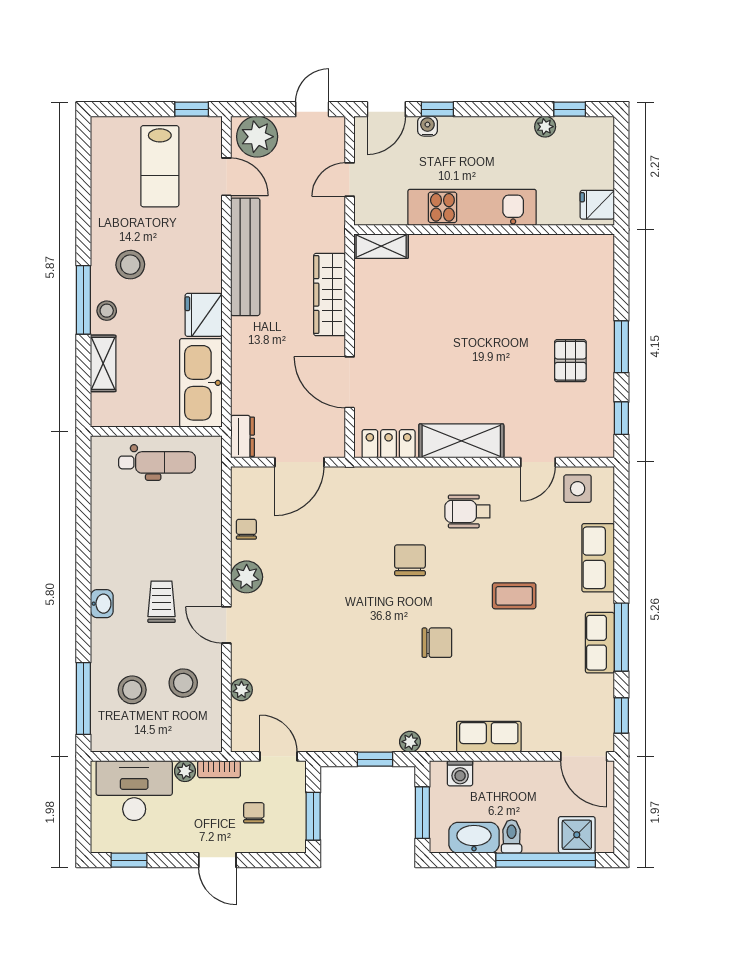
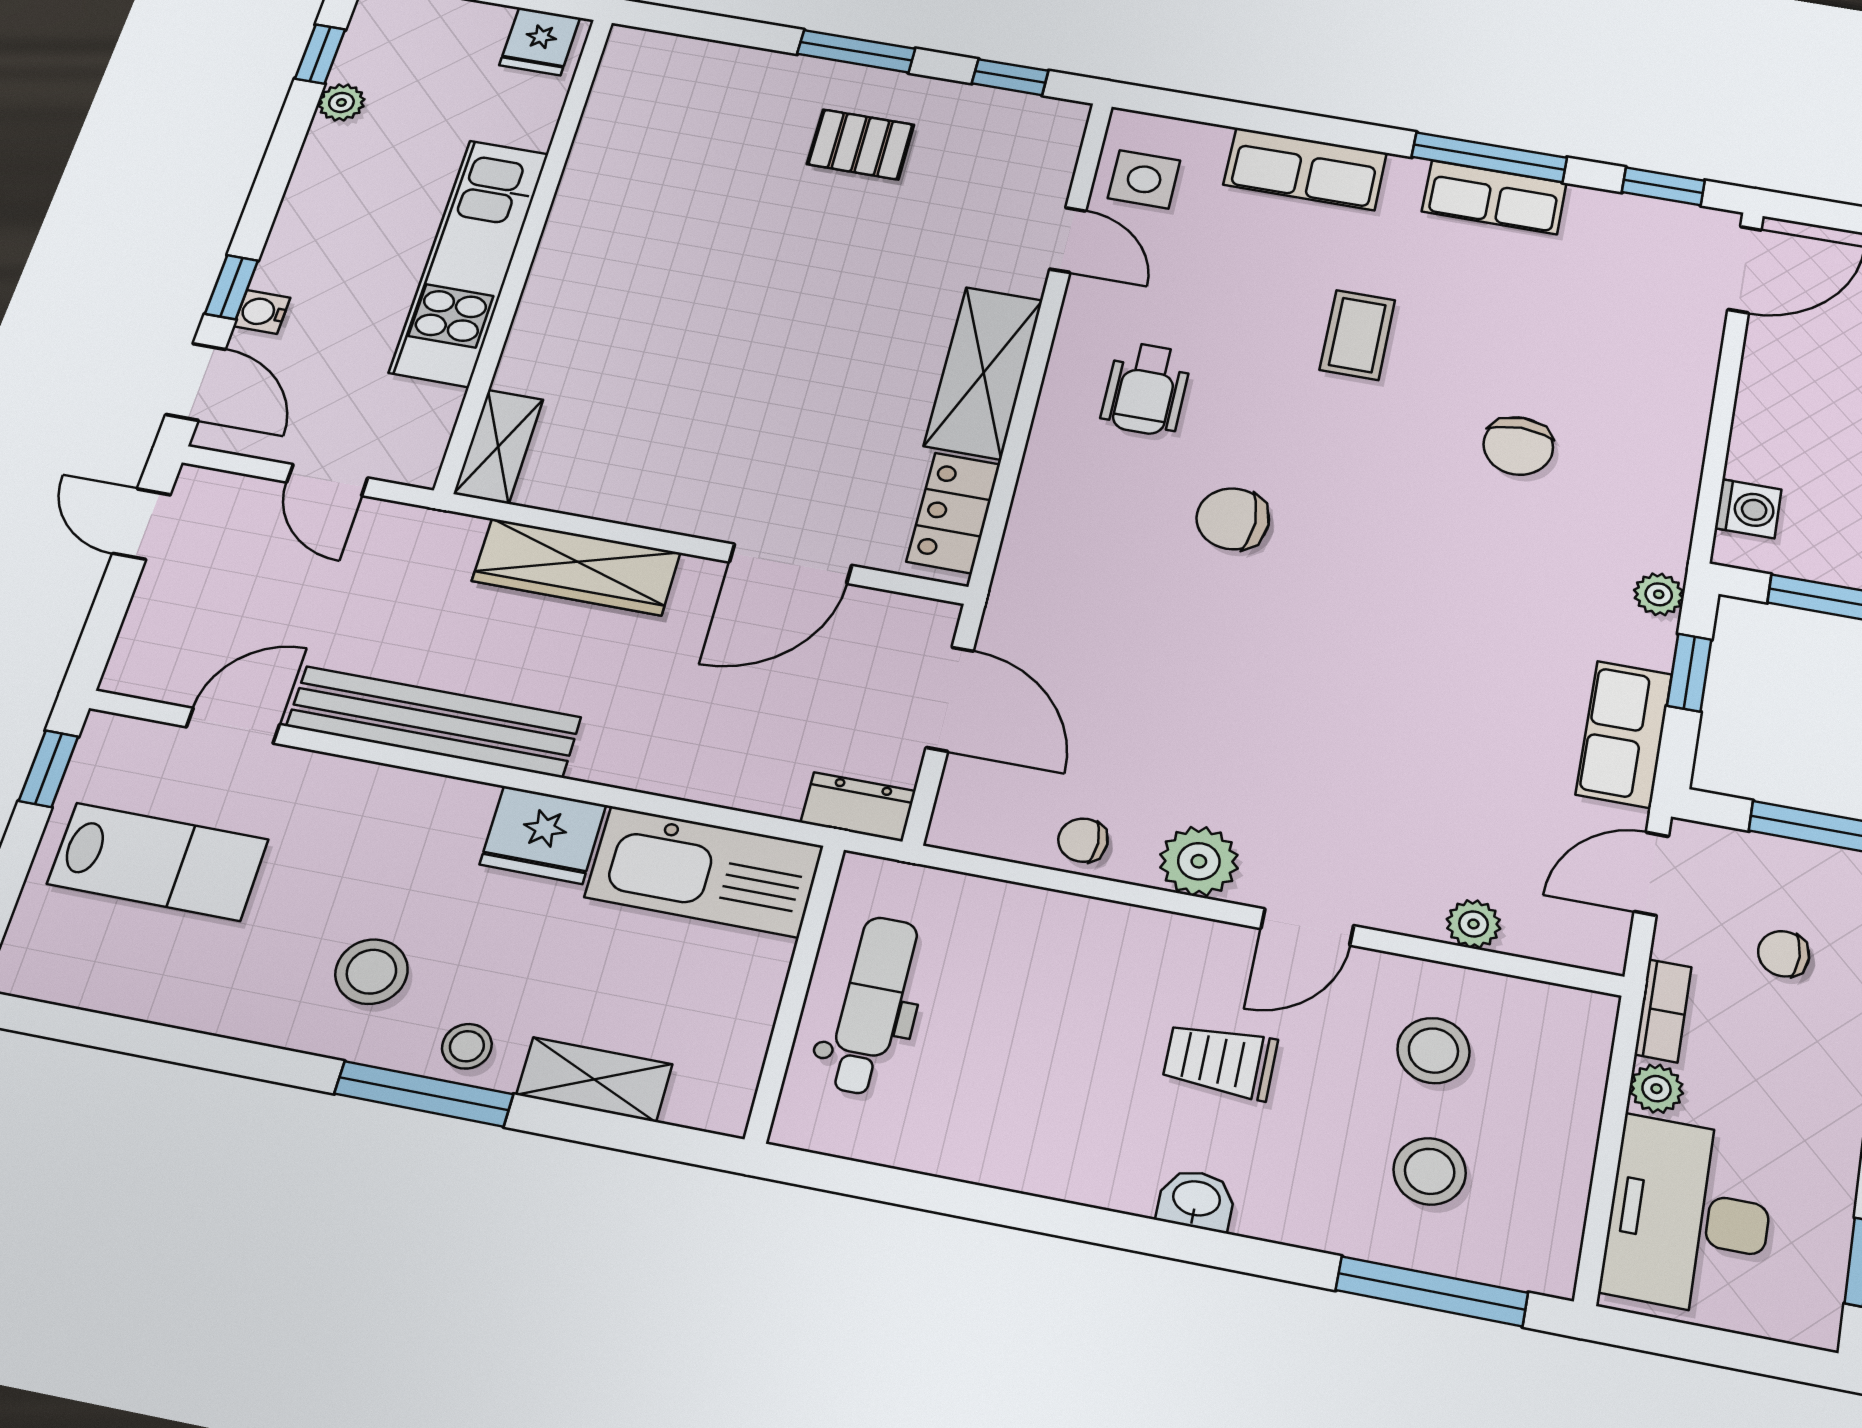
plant: (257, 137) -> (163, 645), removed
chair: (437, 643) -> (1518, 446), moved, turned 180
row of seats: (489, 737) -> (1624, 734), moved

